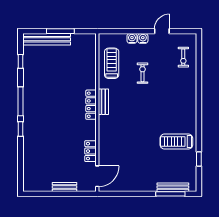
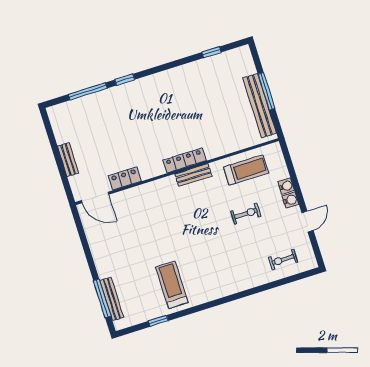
door: (162, 31) -> (308, 222), hinge flipped
bench: (47, 39) -> (260, 106), moved
window: (20, 101) -> (88, 91), moved

